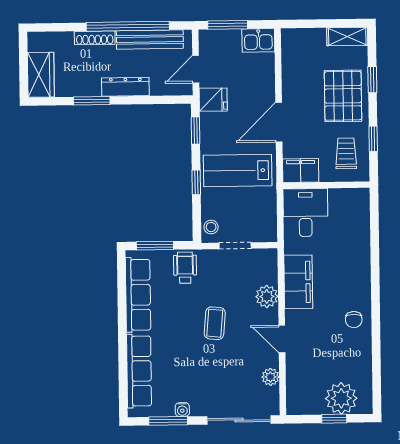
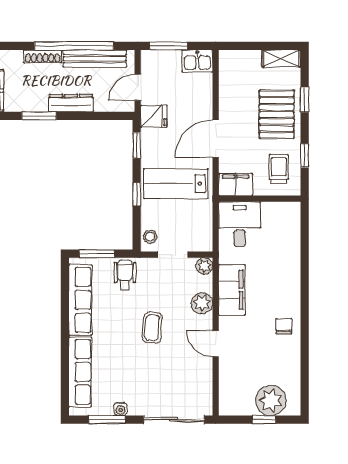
chair: (354, 320) -> (284, 326), turned 180
plant: (270, 377) -> (204, 266), moved

